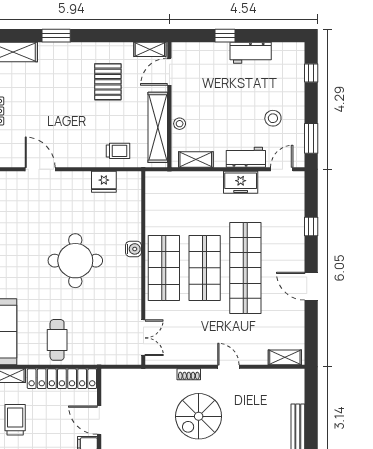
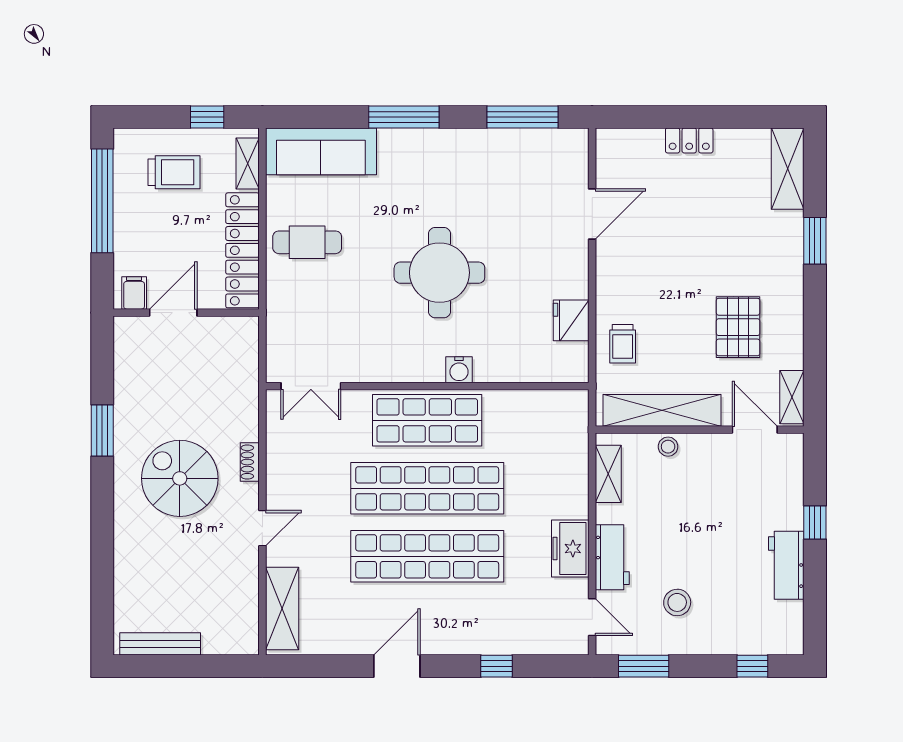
pallet: (108, 82) -> (738, 327), turned 90
shop shelf: (205, 268) -> (427, 488), width x1.40
shelving: (285, 357) -> (282, 608), width x1.50, depth x1.33

